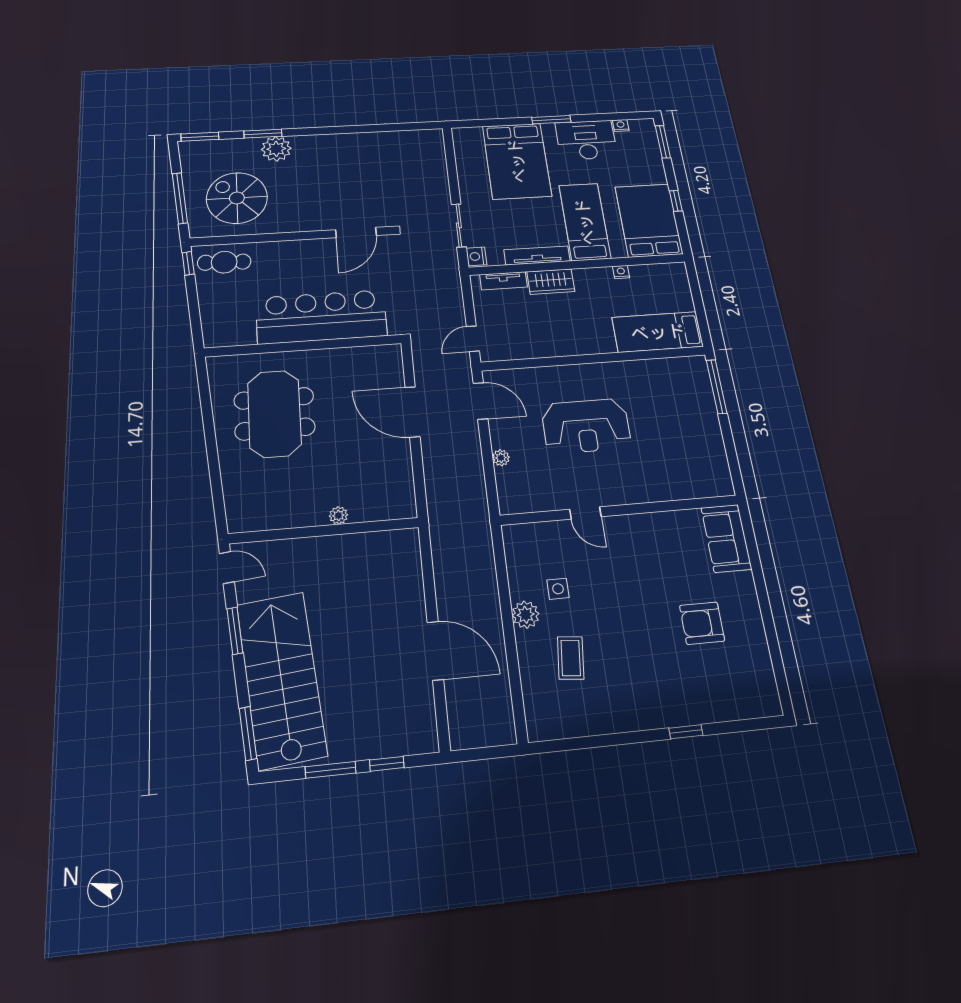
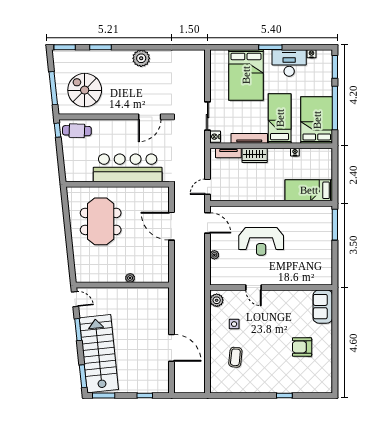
plant: (276, 149) -> (141, 58), moved
window: (676, 201) -> (335, 108), width x3.17
plant: (526, 615) -> (217, 300), moved
window: (331, 770) -> (104, 396), moved

